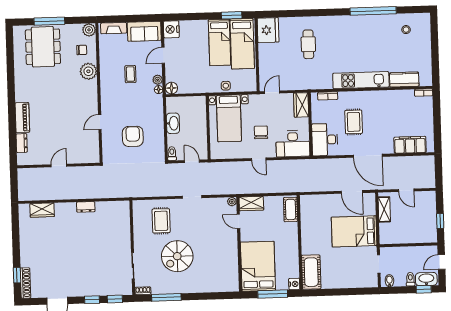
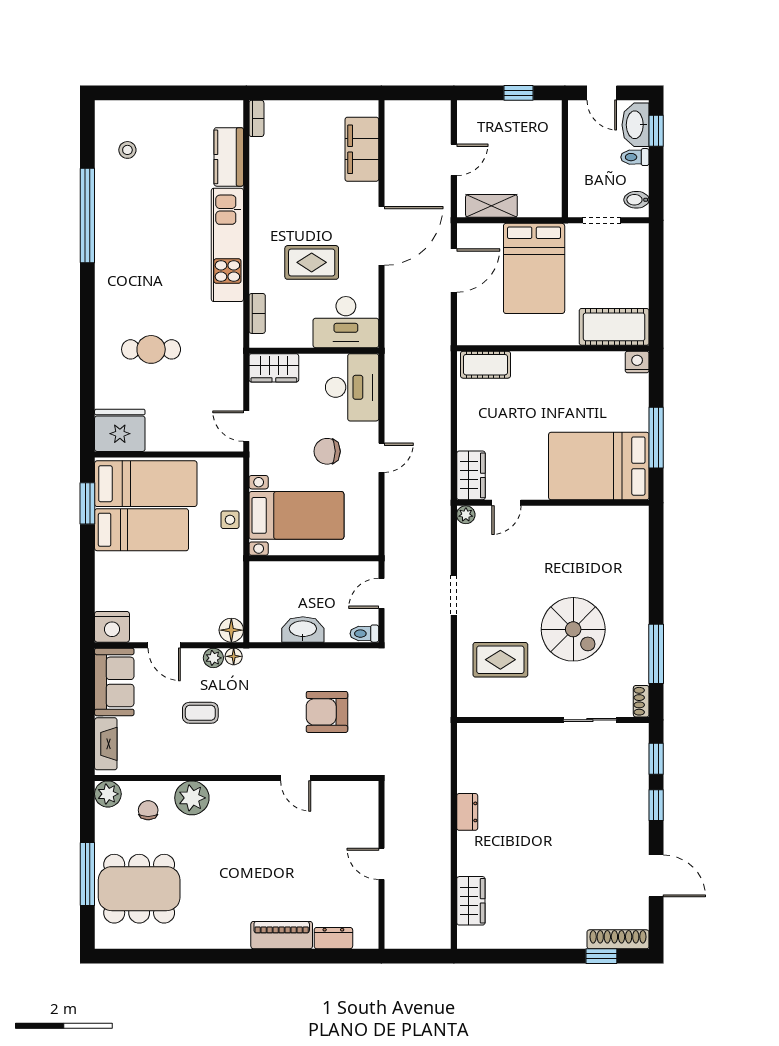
cot: (291, 209) -> (485, 365), moved
wall: (300, 242) -> (553, 348), moved
cot: (311, 272) -> (614, 327), moved
nightstand: (294, 284) -> (637, 362), moved

